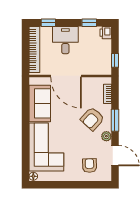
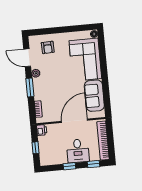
window: (89, 23) -> (69, 166), moved
printer: (106, 33) -> (42, 130), moved
window: (115, 60) -> (35, 148), moved
door: (66, 76) -> (74, 121), hinge flipped
armchair: (92, 119) -> (49, 87), removed

